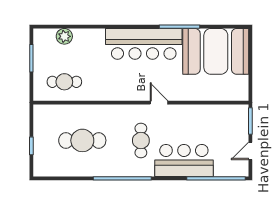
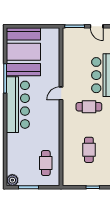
plant: (64, 36) -> (12, 180), moved
cafe table: (82, 140) -> (89, 150), width x0.73, depth x0.74

